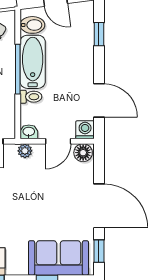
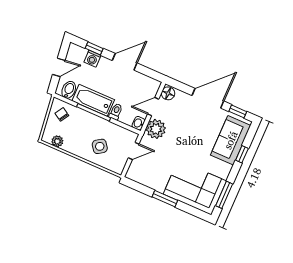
door: (99, 100) -> (125, 62), moved
washing machine: (85, 130) -> (92, 59), moved, turned -90
door: (58, 141) -> (153, 107), swing flipped
plant: (25, 151) -> (156, 129), width x1.88, depth x1.88

